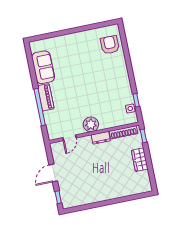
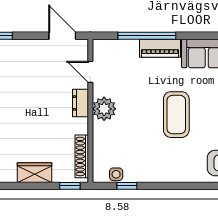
coffee table: (85, 79) -> (176, 115), added
dresser: (101, 138) -> (80, 103), moved
door: (53, 173) -> (62, 36), moved

